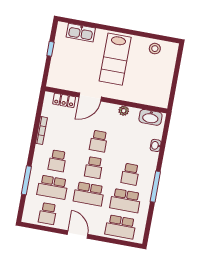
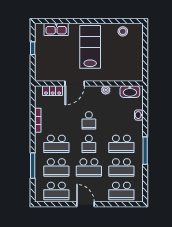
lab bench: (115, 59) -> (90, 47), turned 180
school desk: (57, 161) -> (56, 144), width x1.85
school desk: (130, 174) -> (121, 144), width x1.85
school desk: (48, 214) -> (56, 191), width x1.85

